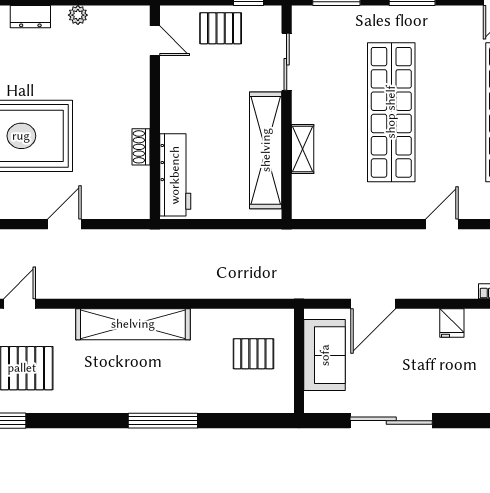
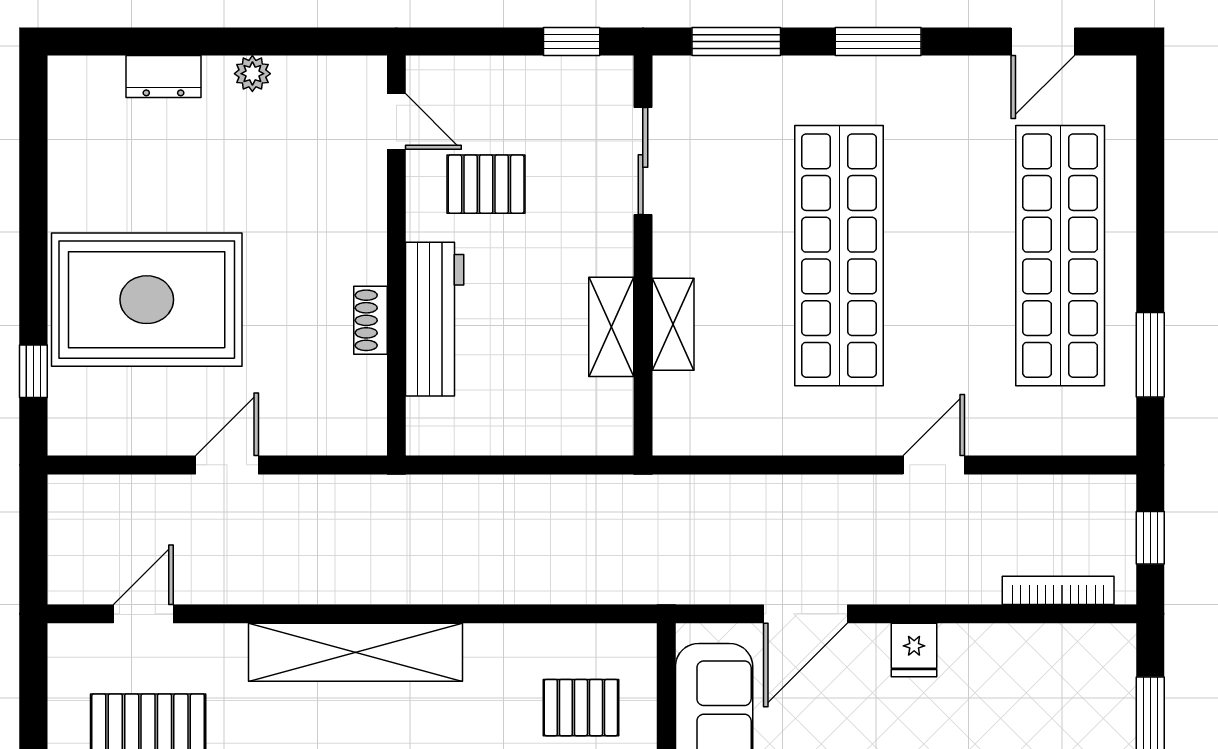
pallet: (221, 28) -> (486, 184), moved
shelving: (266, 150) -> (611, 327), width x0.45, depth x0.75
workbench: (175, 175) -> (435, 319), moved
fridge: (452, 323) -> (914, 650), moved

